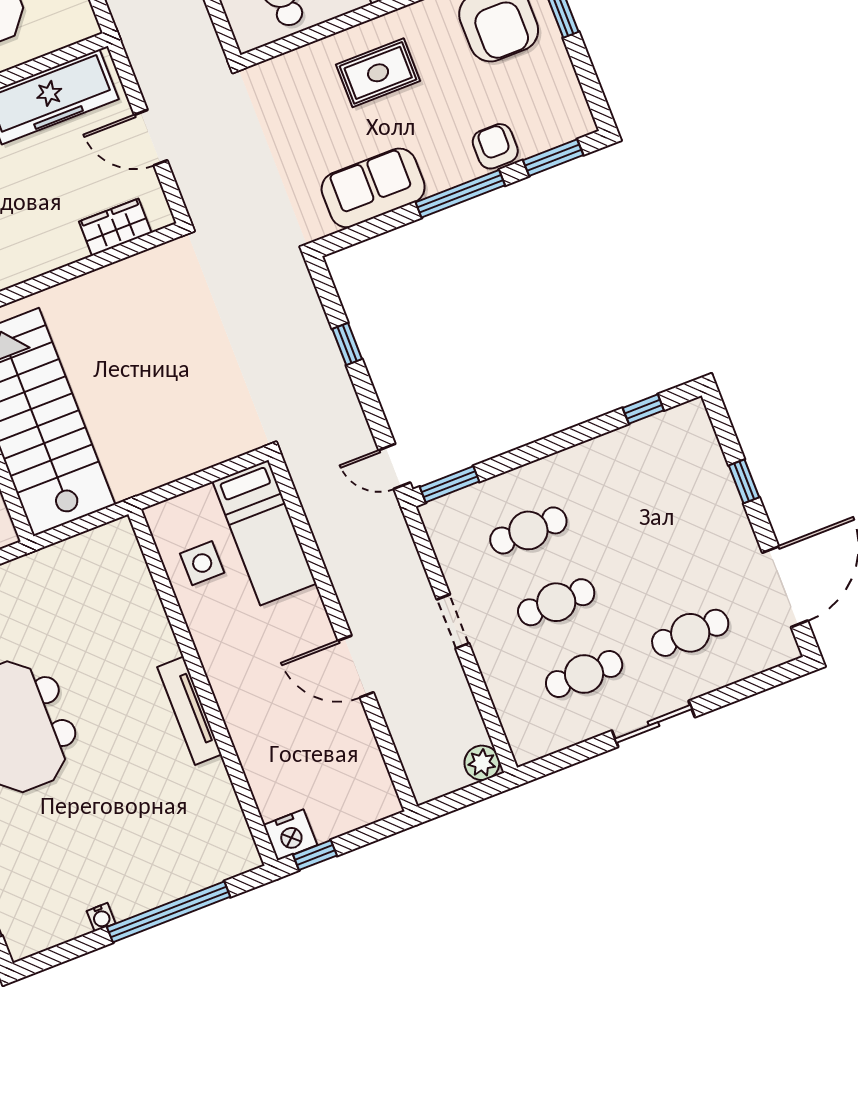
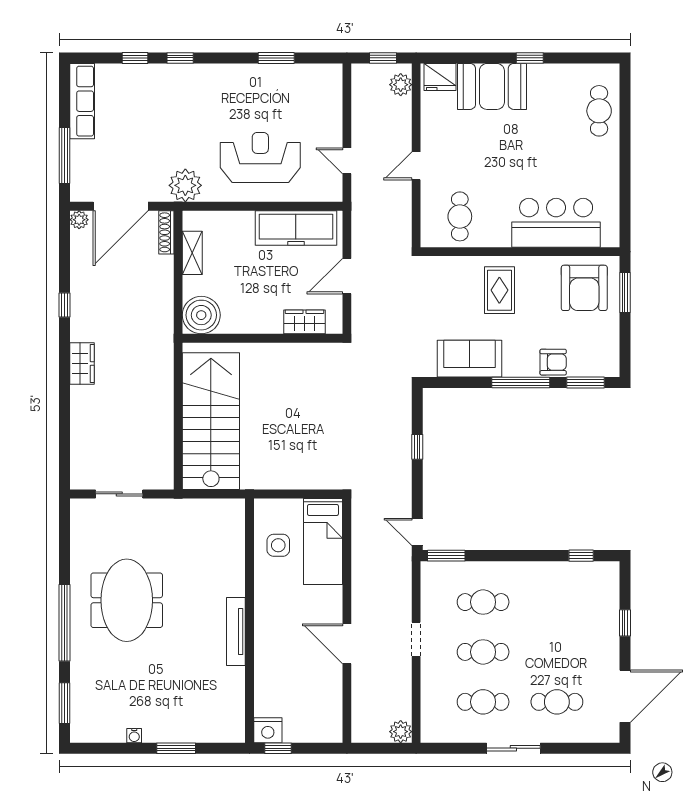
rug: (378, 73) -> (499, 290), turned 90
door: (151, 138) -> (347, 276), hinge flipped
armchair: (495, 146) -> (553, 362), turned 90
window: (169, 912) -> (176, 748), width x0.47

